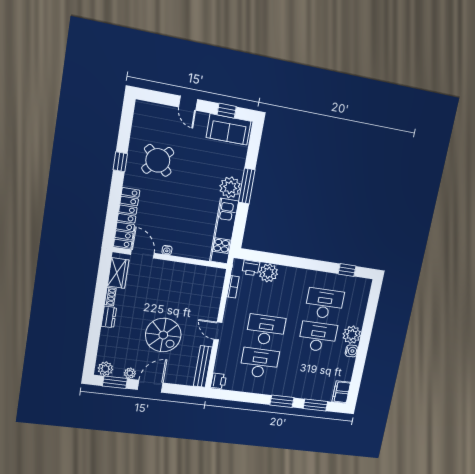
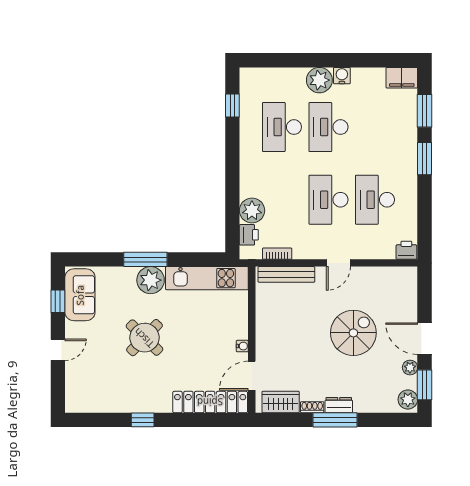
round table: (158, 160) -> (144, 338), moved
window: (98, 313) -> (335, 420), added
bench: (203, 367) -> (286, 274), moved

